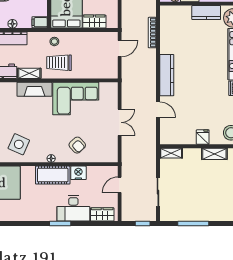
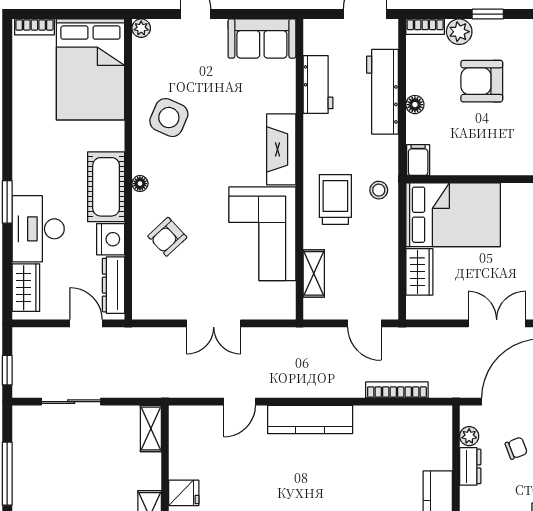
shelving: (29, 73) -> (314, 273), moved
dresser: (101, 171) -> (114, 285), added

